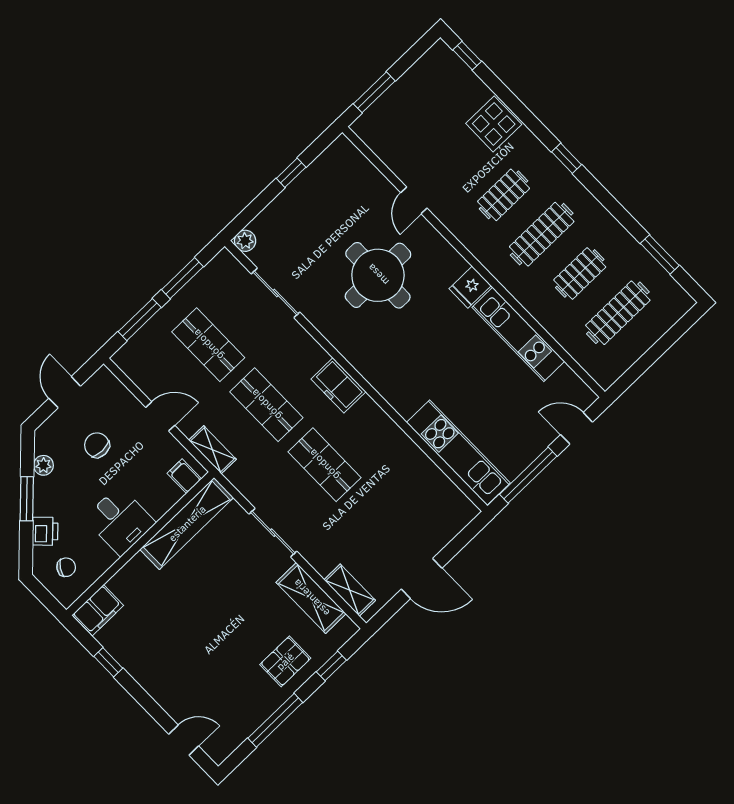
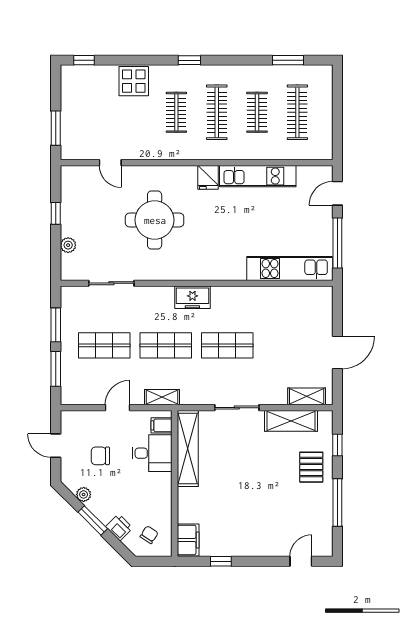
door: (414, 200) -> (110, 163), moved
plant: (245, 241) -> (68, 245), moved
desk: (120, 521) -> (152, 453), moved

